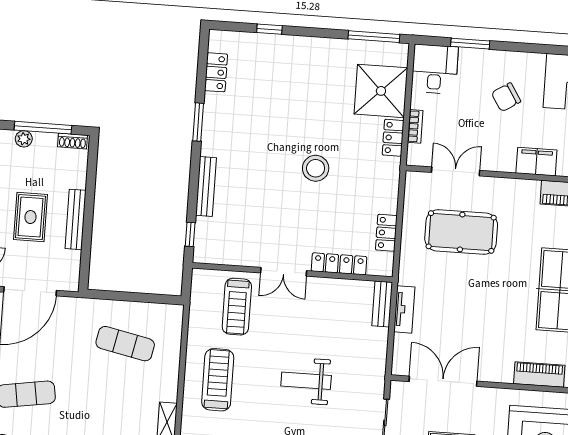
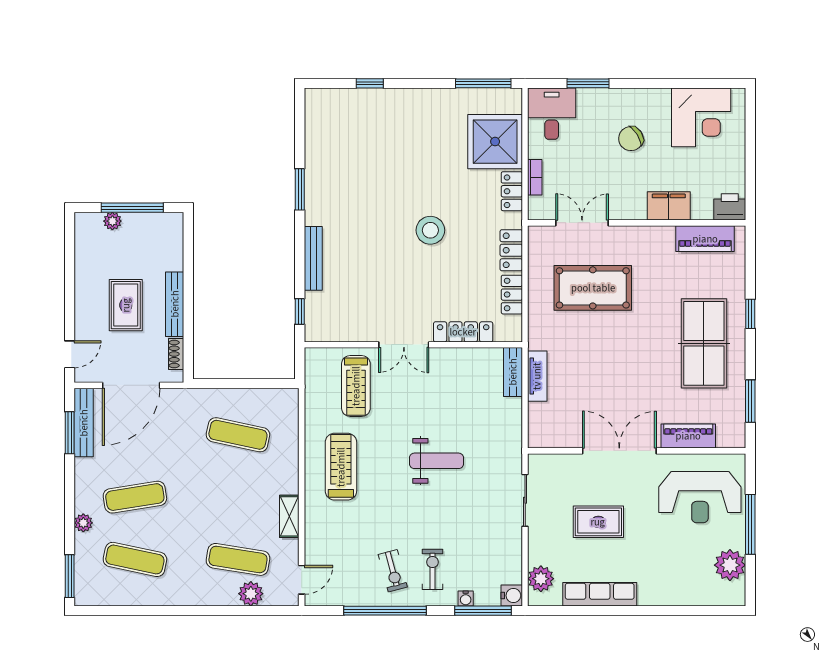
locker: (216, 72) -> (511, 250), moved, turned 180
shoe rack: (73, 141) -> (176, 354), moved, turned 90
weight bench: (306, 381) -> (437, 461), turned 180
double door: (443, 381) -> (619, 451), moved

